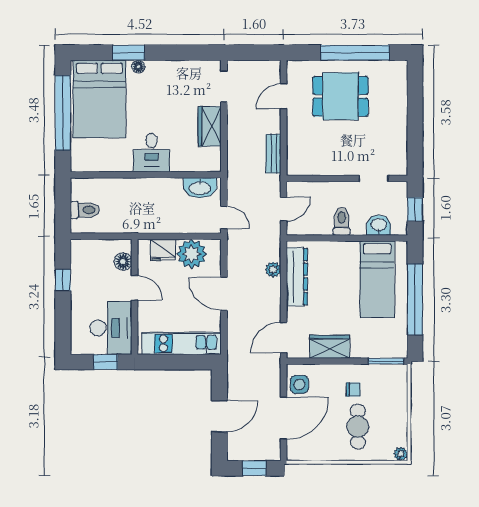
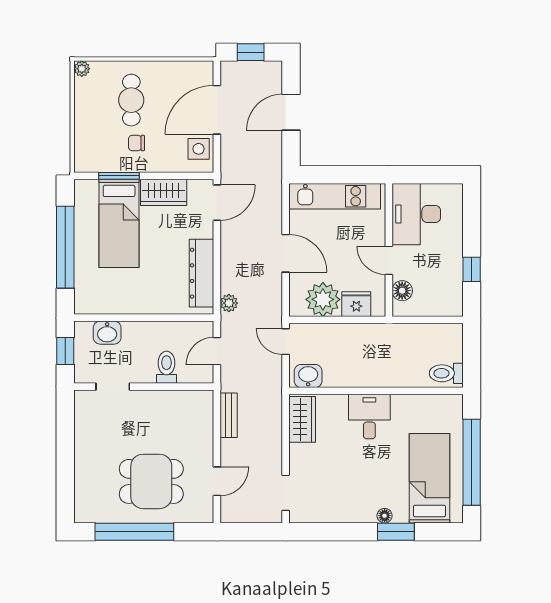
bed: (99, 99) -> (429, 478), width x0.67
wardrobe: (210, 126) -> (302, 419), moved
washbasin: (200, 188) -> (308, 376), width x0.72
toilet: (85, 210) -> (446, 373), moved
toilet: (342, 221) -> (167, 367), moved, turned 180
plant: (273, 270) -> (229, 303), moved
bed: (377, 279) -> (119, 223), moved, turned 180
window: (386, 361) -> (119, 176), moved
window: (105, 362) -> (422, 175), removed

